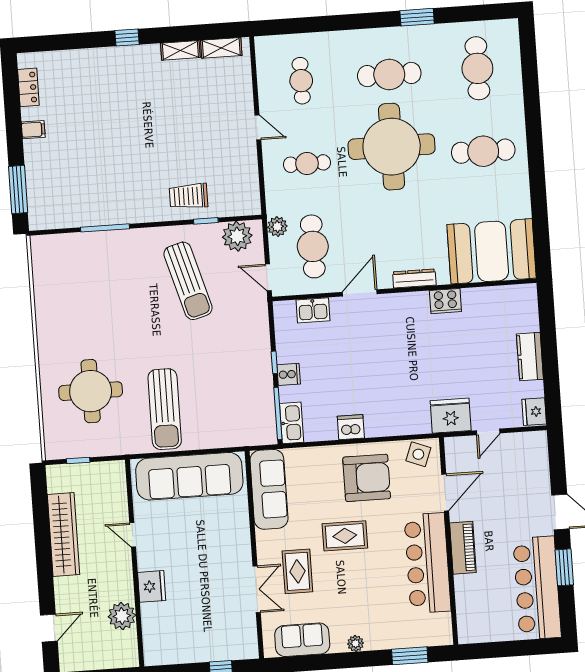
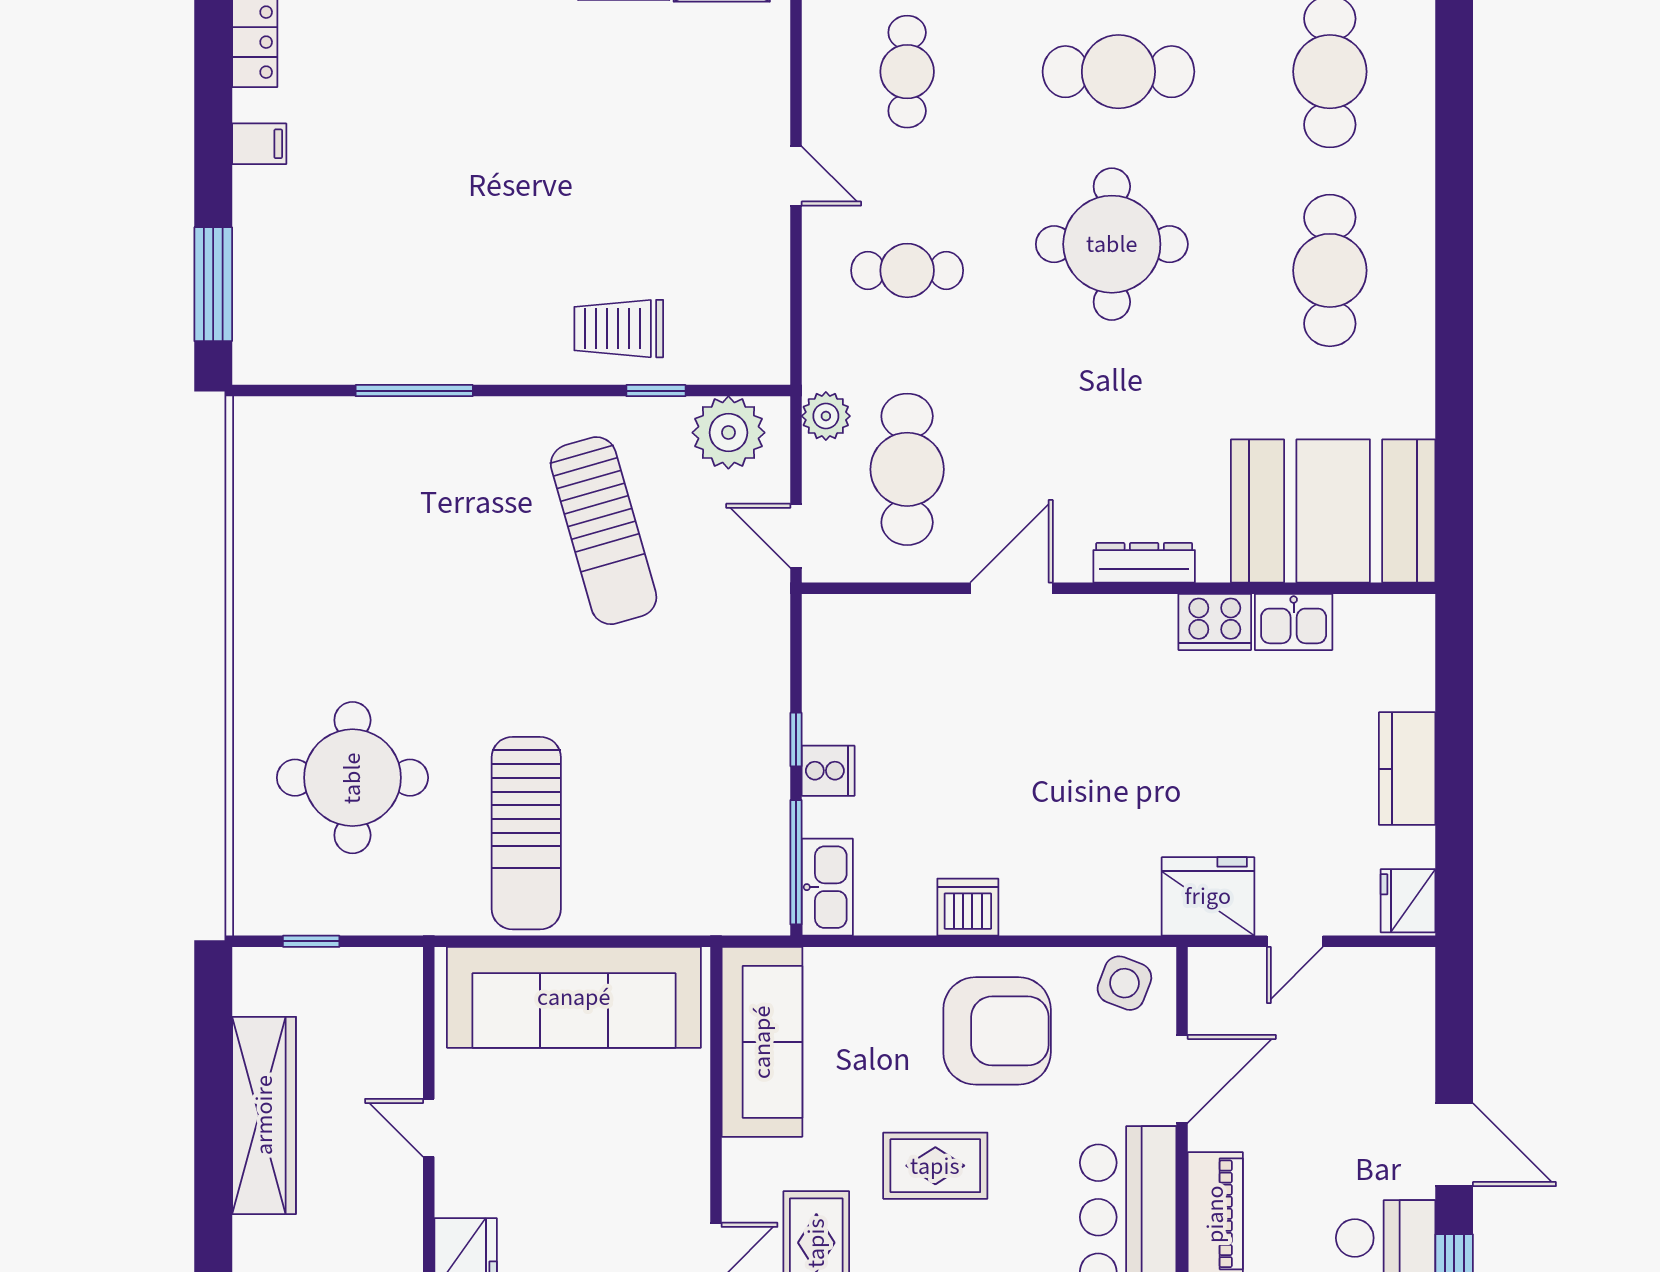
round table: (392, 147) -> (1112, 244), width x0.73, depth x0.73
cafe table: (483, 151) -> (1330, 270), turned 90
kitchen sink: (313, 310) -> (1294, 622), moved

